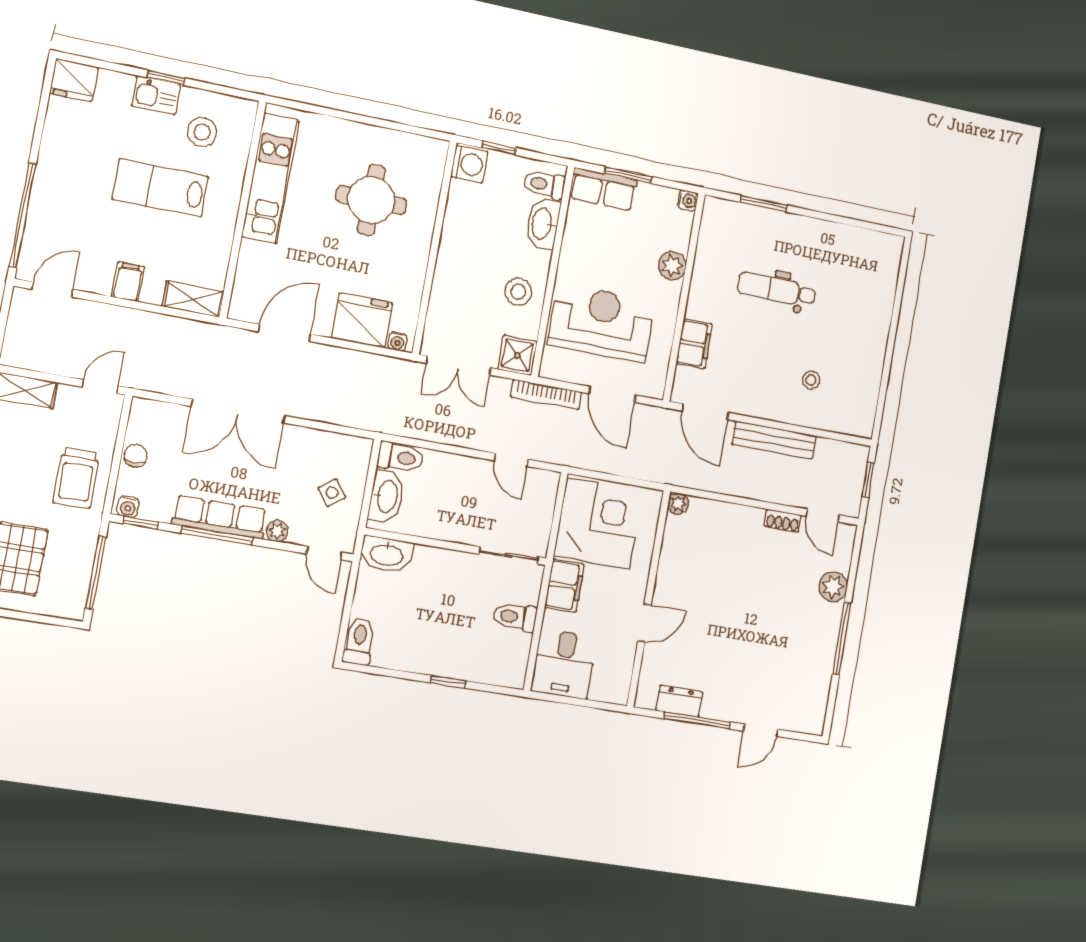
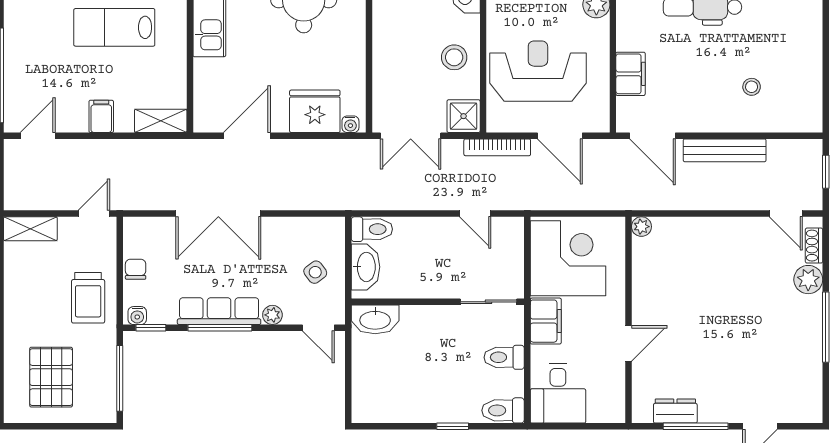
shoe rack: (783, 521) -> (814, 246), moved, turned 90
toilet: (359, 641) -> (503, 410), moved, turned -90

